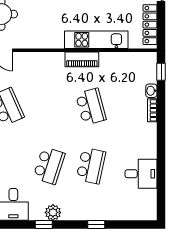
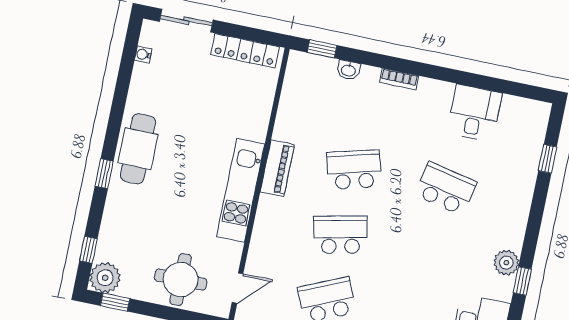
kitchen unit: (96, 40) -> (241, 190), moved
bookcase: (152, 110) -> (399, 79), moved
school desk: (49, 166) -> (340, 235), moved, turned -30
window: (96, 225) -> (548, 159), moved

